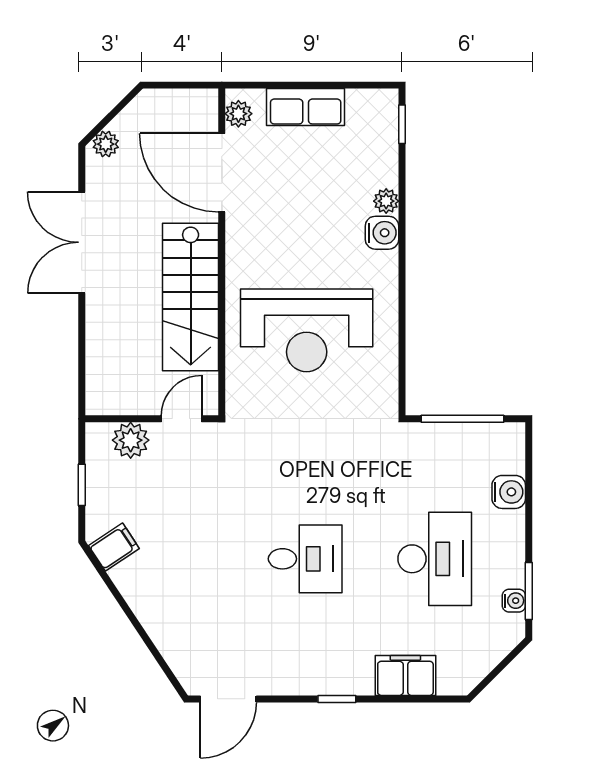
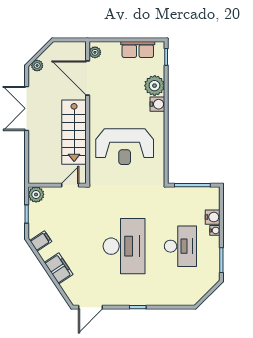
row of seats: (306, 107) -> (138, 49), moved
plant: (386, 201) -> (155, 86), width x1.87, depth x1.87
plant: (131, 440) -> (36, 195), moved
desk: (305, 559) -> (124, 246), width x1.87, depth x1.30
water cooler: (514, 601) -> (215, 230), moved
filing cabinet: (405, 676) -> (59, 268), moved, turned 56

